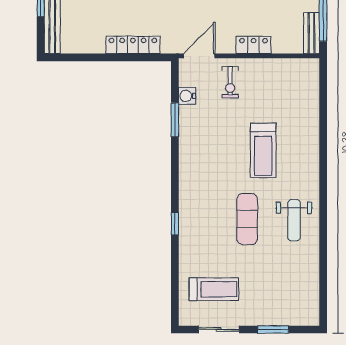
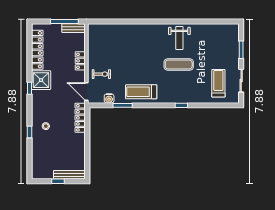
locker: (133, 45) -> (80, 118), moved
treadmill: (263, 150) -> (141, 92), moved, turned 180
weight bench: (294, 220) -> (179, 38), turned 90

